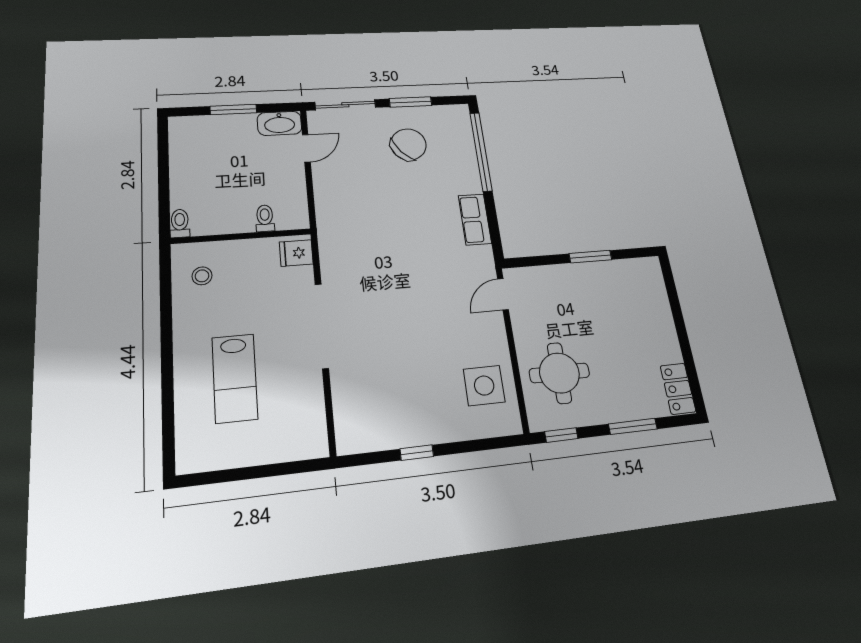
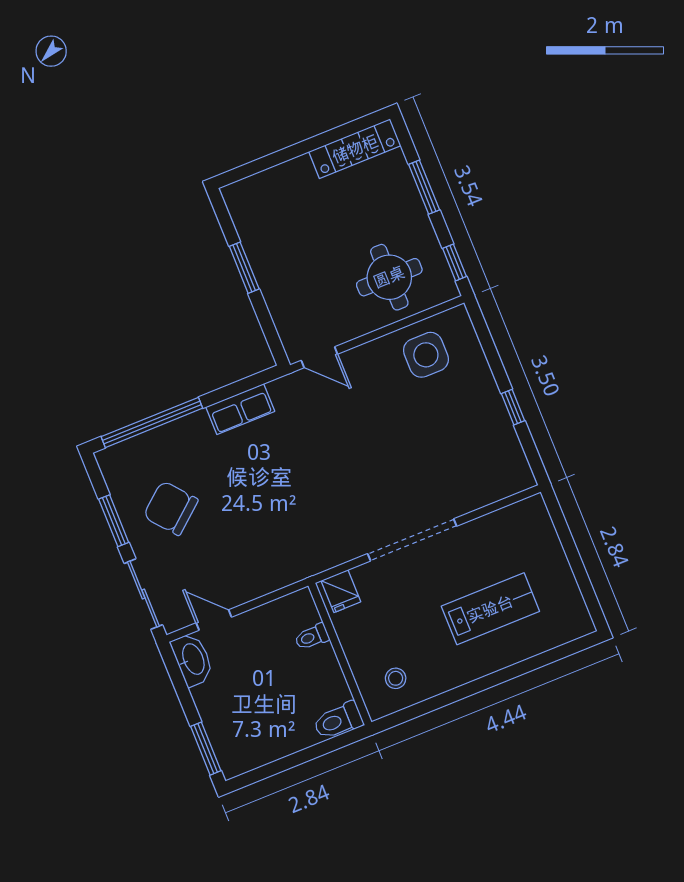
window: (233, 109) -> (206, 749), moved
toilet: (180, 223) -> (338, 721), width x1.37, depth x1.39
locker: (678, 389) -> (355, 149), width x1.53

